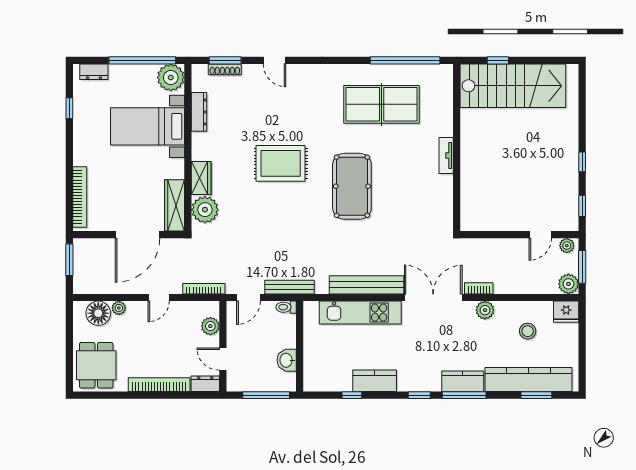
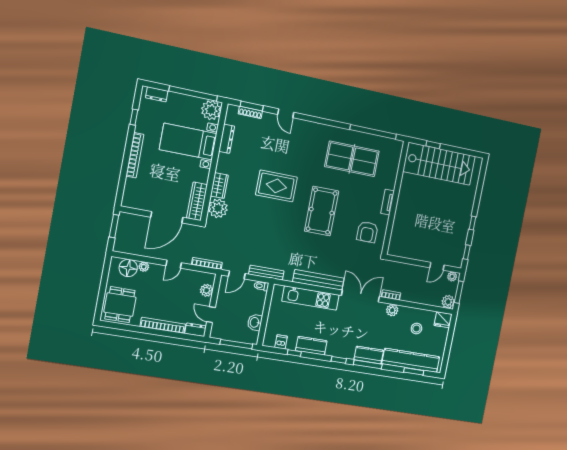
bookcase: (80, 197) -> (135, 155), moved
armchair: (425, 204) -> (367, 232), added
dishwasher: (330, 382) -> (281, 342), added

